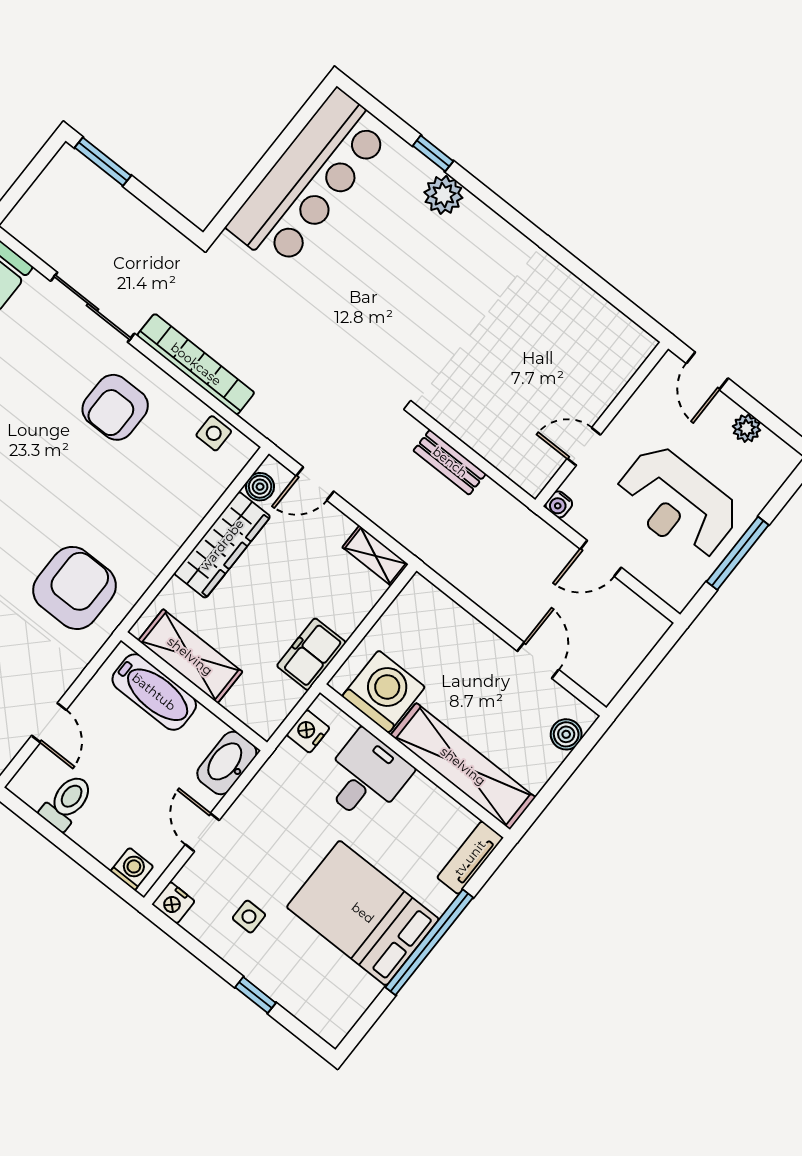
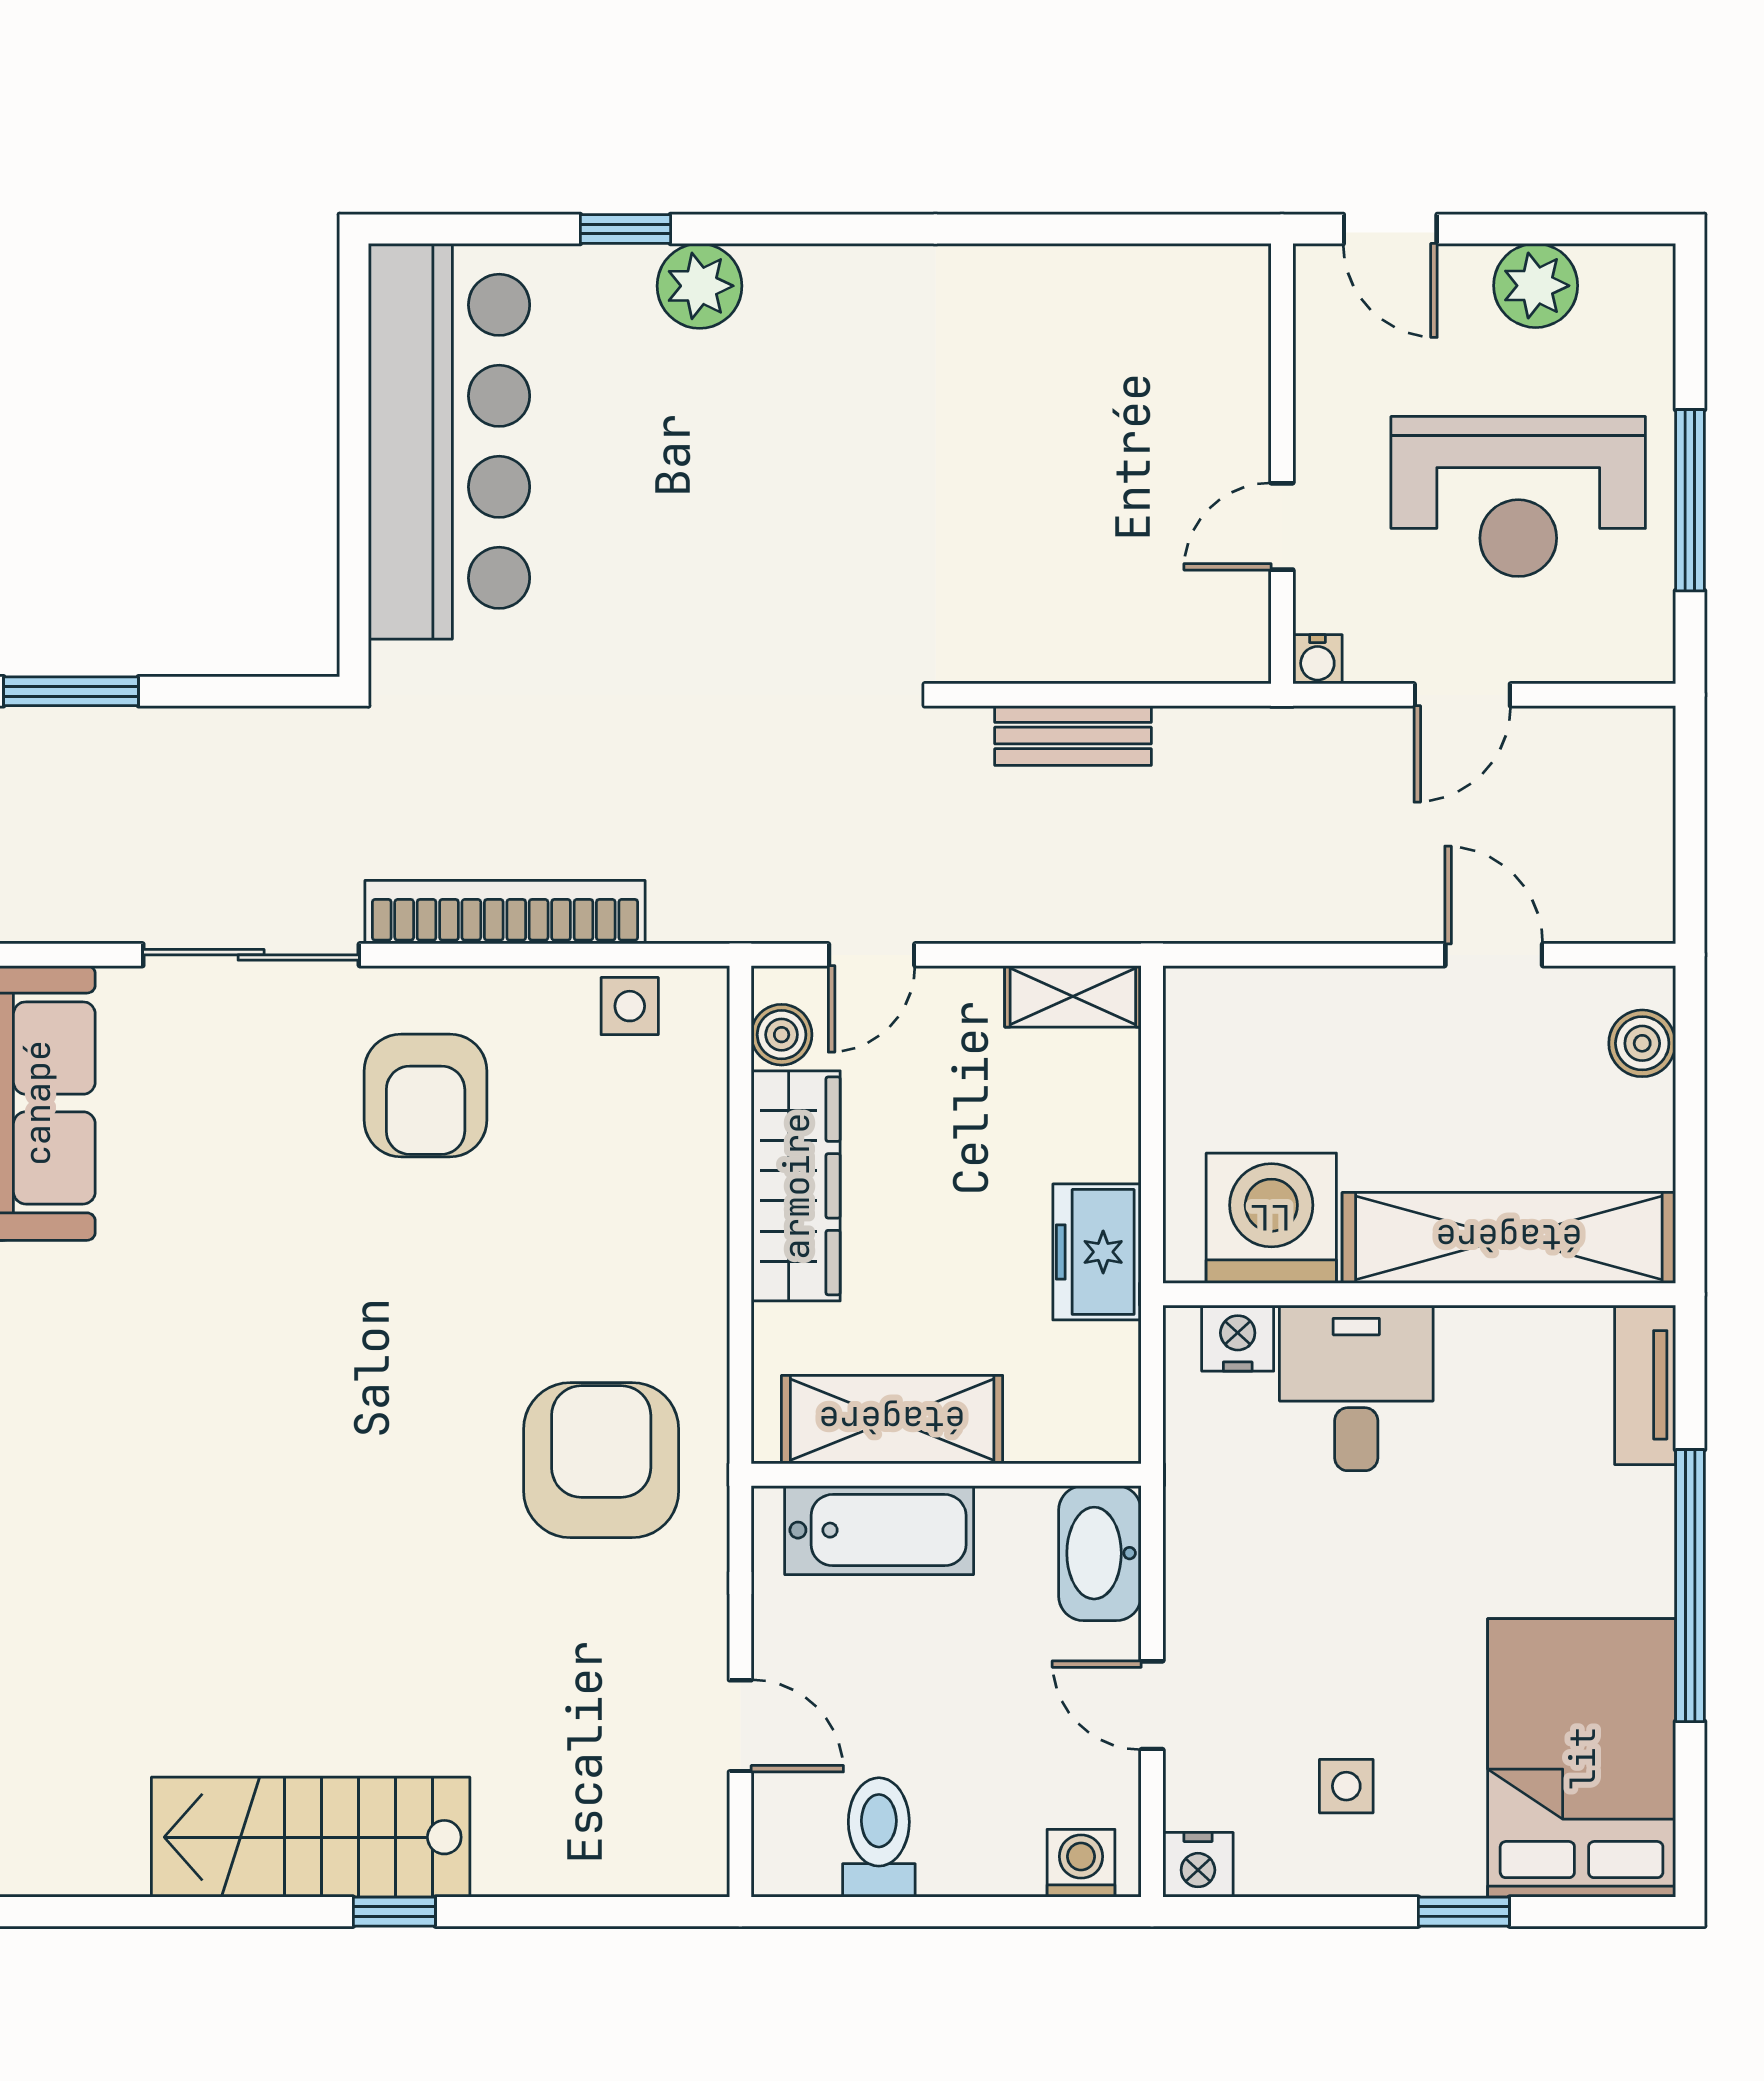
plant: (747, 428) -> (1536, 286), width x1.38, depth x1.38
nightstand: (308, 731) -> (1238, 1338), moved, turned 90
bed: (363, 913) -> (1582, 1758), moved, turned 90

